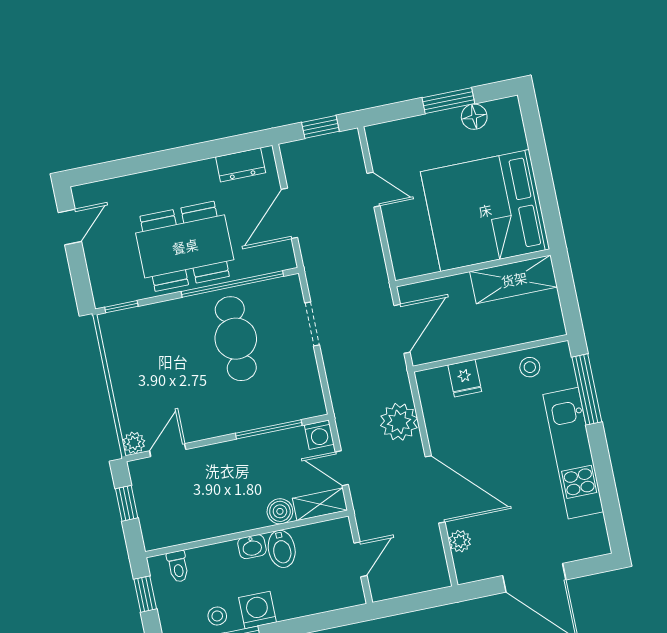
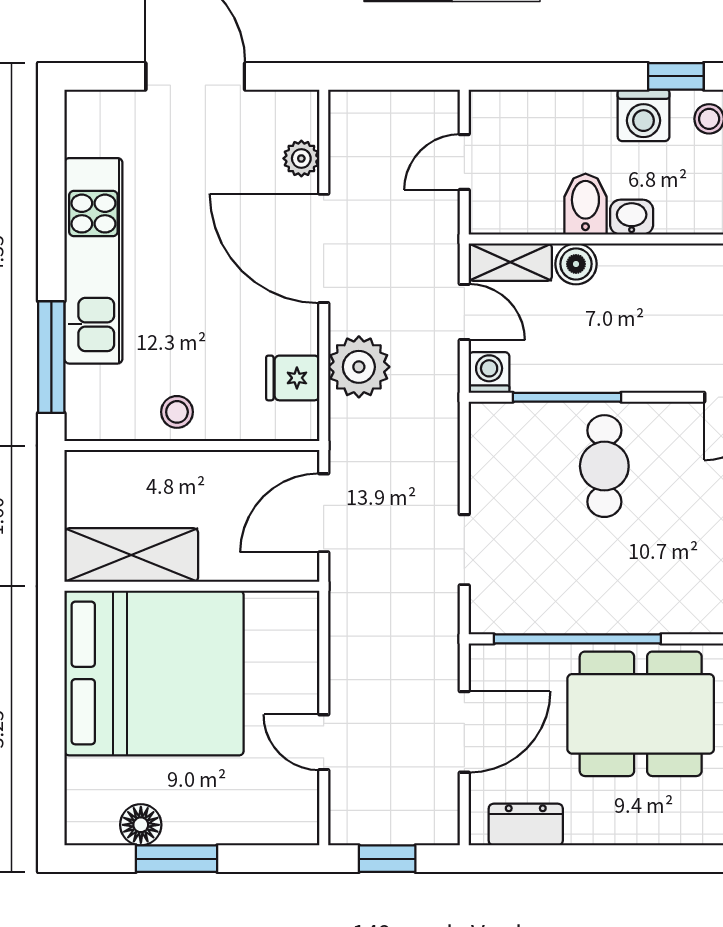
cafe table: (236, 339) -> (604, 466), moved, width x0.73, depth x0.74
stool: (530, 367) -> (177, 412), moved
fridge: (465, 378) -> (293, 378), moved, turned -90

